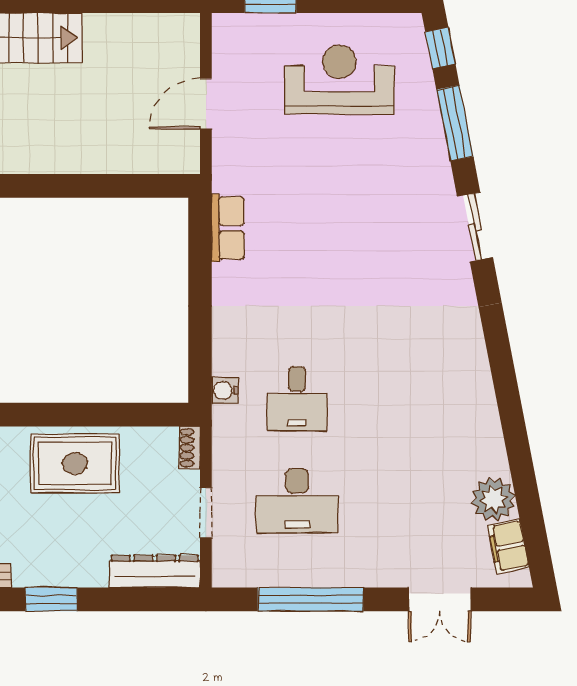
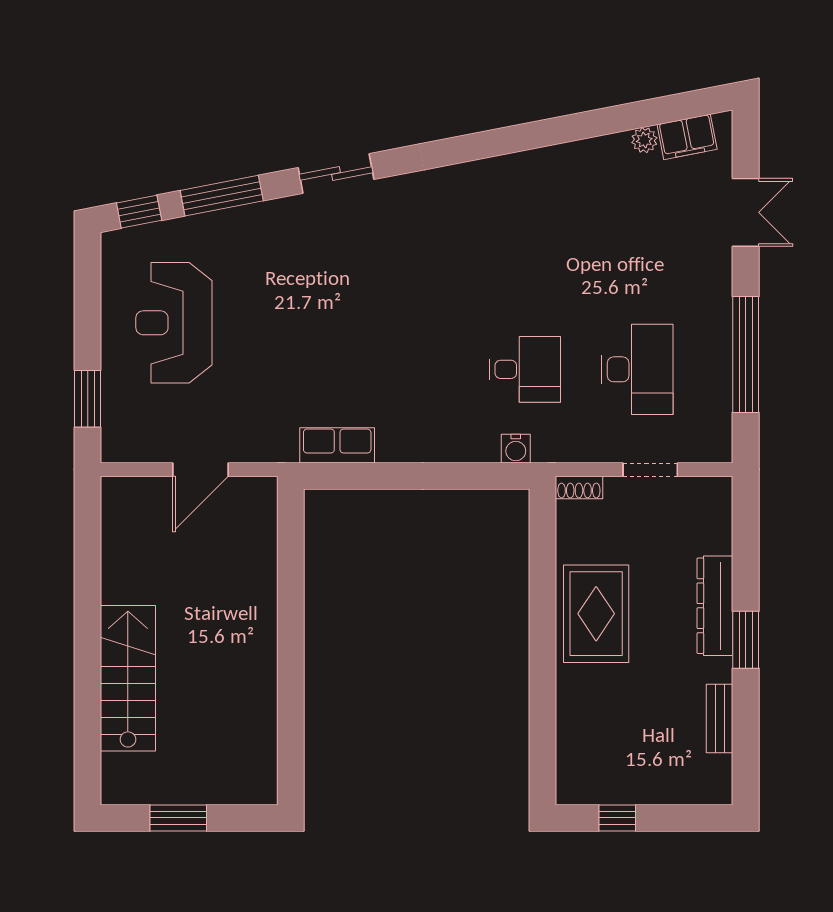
door: (206, 104) -> (200, 470), hinge flipped
plant: (493, 499) -> (644, 140), width x0.53, depth x0.53
dresser: (155, 571) -> (715, 606), moved

